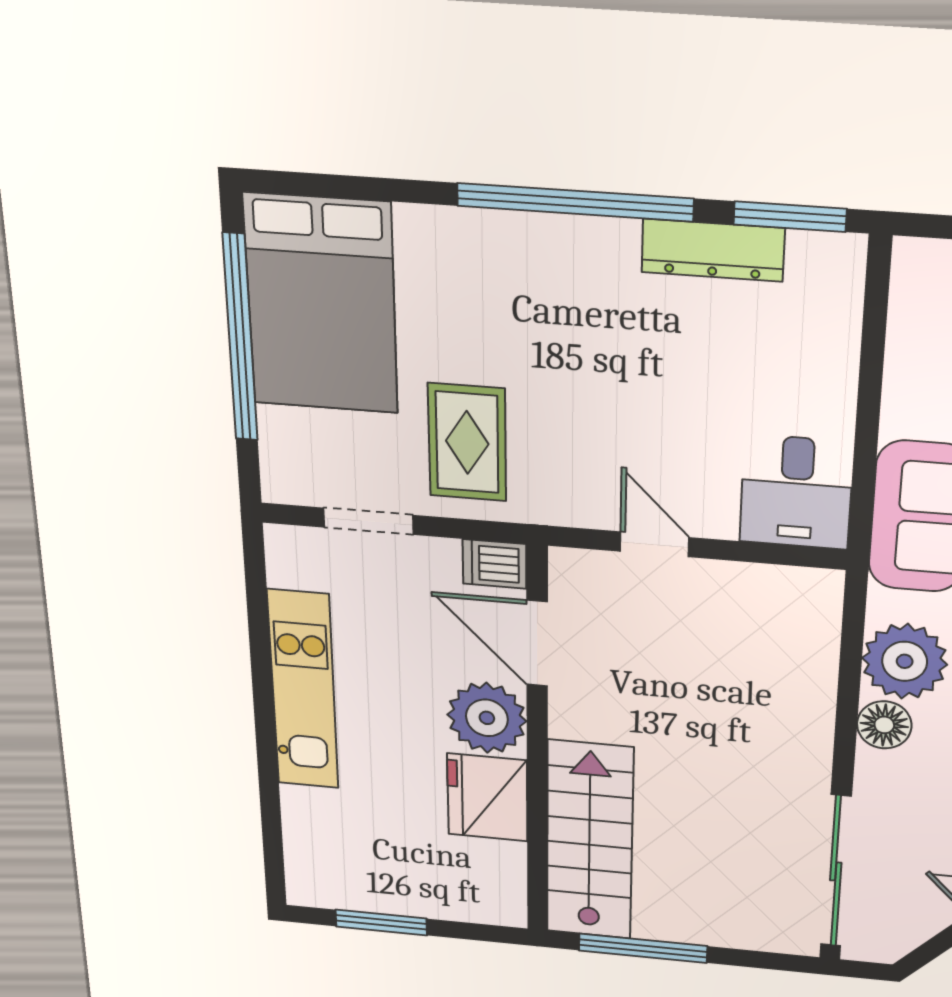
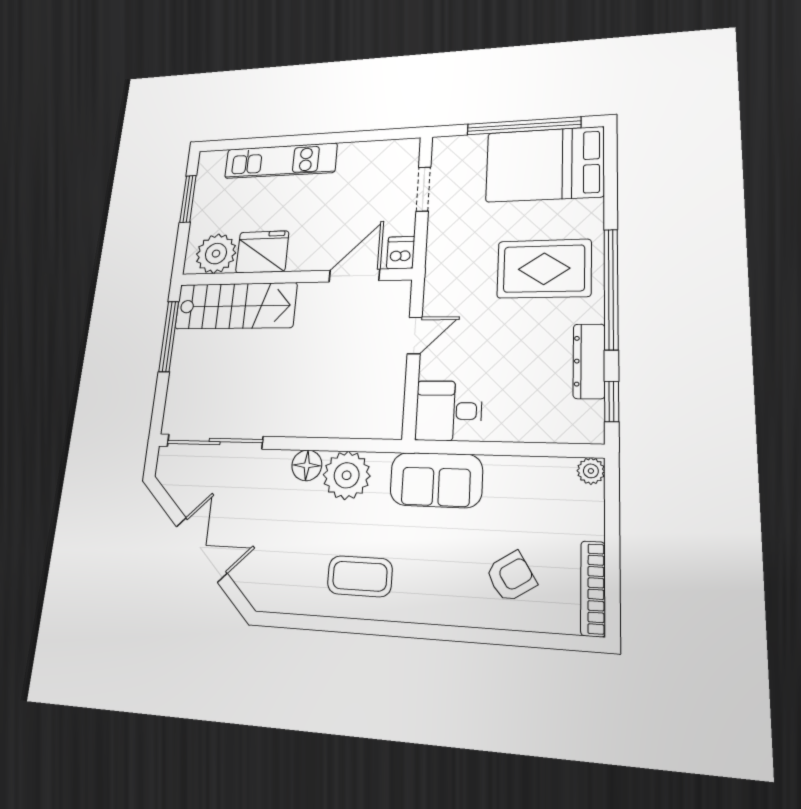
window: (790, 217) -> (612, 401), width x0.67
plant: (915, 260) -> (591, 471), added
rug: (467, 442) -> (544, 269), moved, width x1.36, depth x1.43
kitchen unit: (303, 690) -> (281, 161), moved
plant: (487, 718) -> (216, 254), moved

